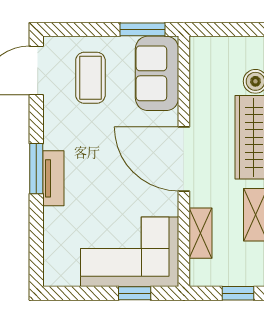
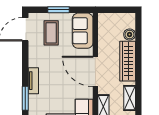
window: (143, 29) -> (58, 10), moved
window: (36, 169) -> (25, 98), moved

